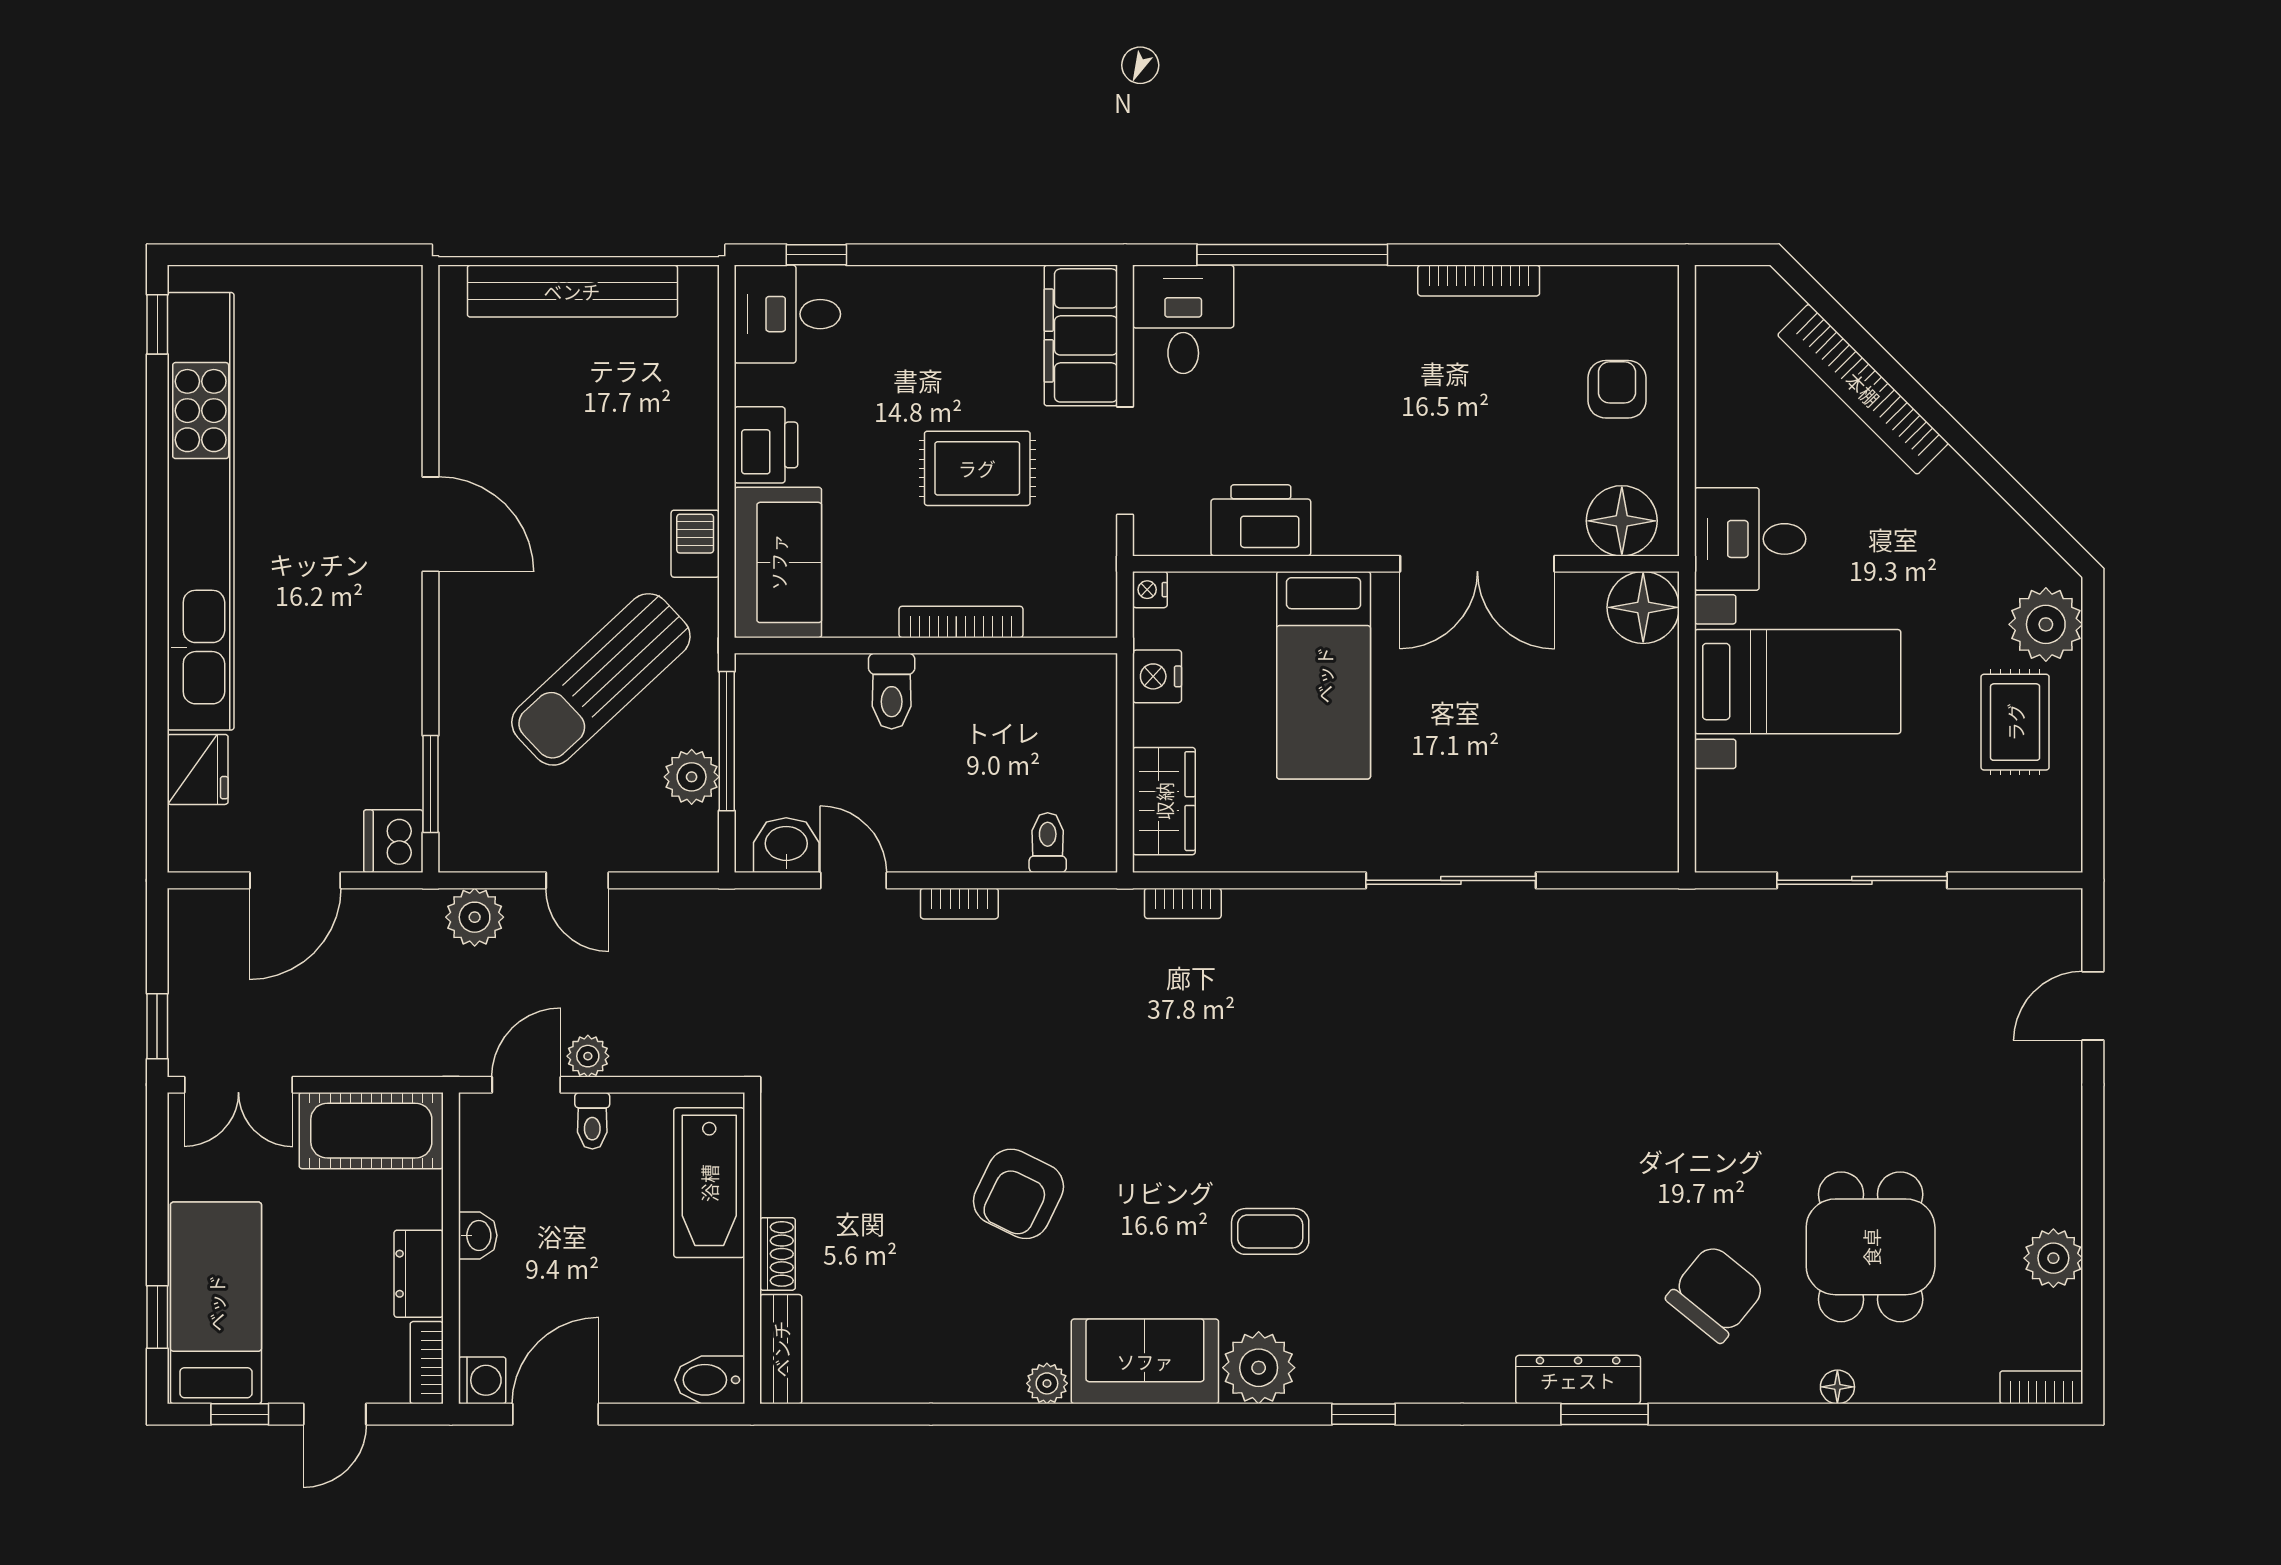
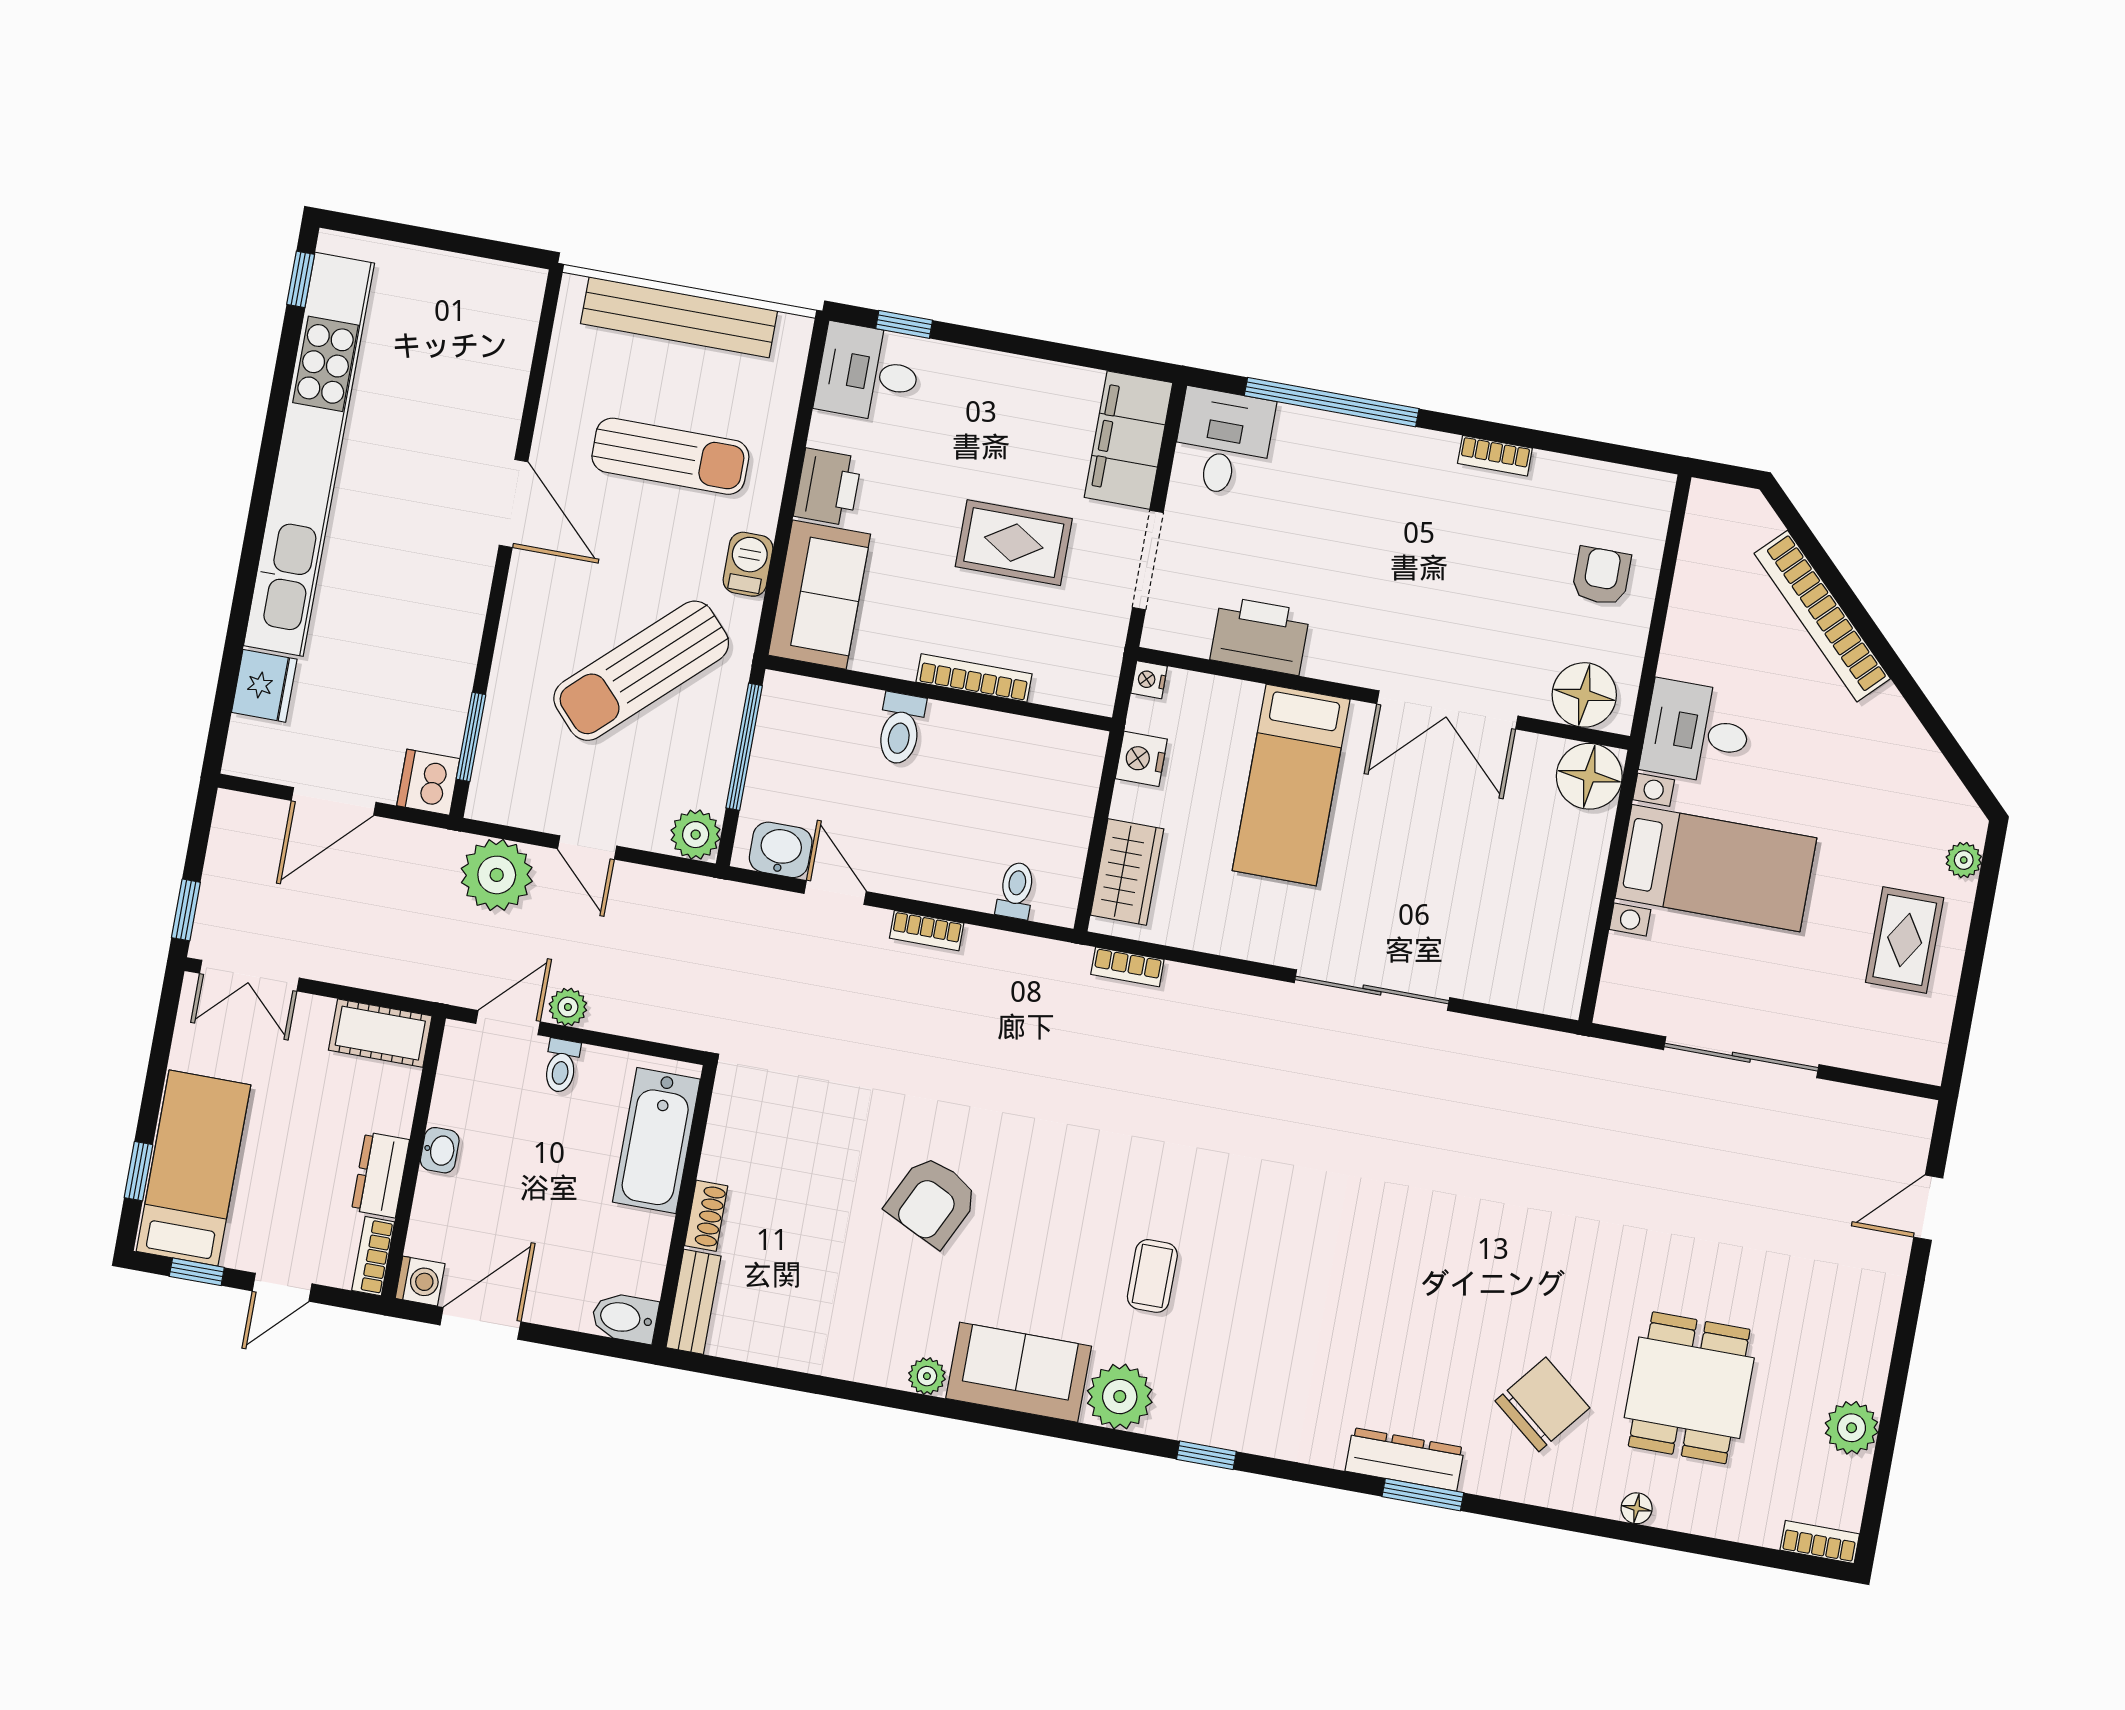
bookcase: (1479, 281) -> (1495, 456), width x0.64
sun lounger: (590, 443) -> (670, 456), added
plant: (2046, 624) -> (1964, 860), width x0.53, depth x0.53
plant: (692, 777) -> (696, 835), moved
plant: (475, 917) -> (497, 875), width x1.36, depth x1.36
cot: (371, 1131) -> (380, 1033), width x0.73, depth x0.75
coffee table: (1270, 1231) -> (1152, 1276), turned 90

